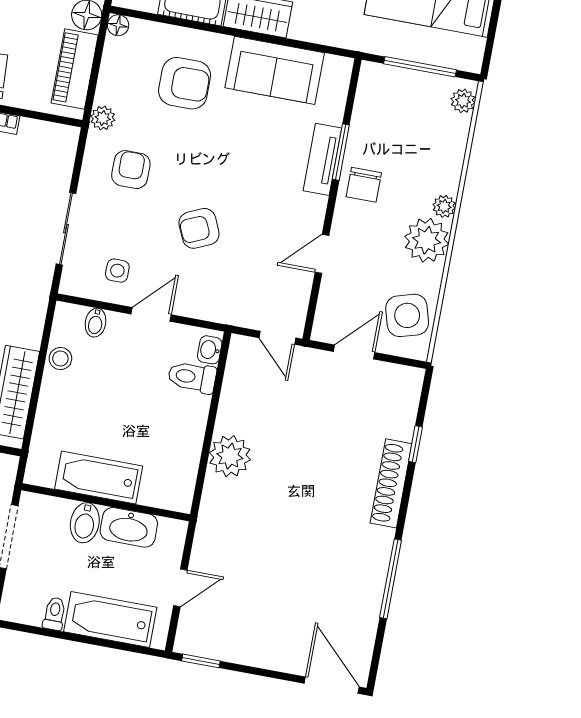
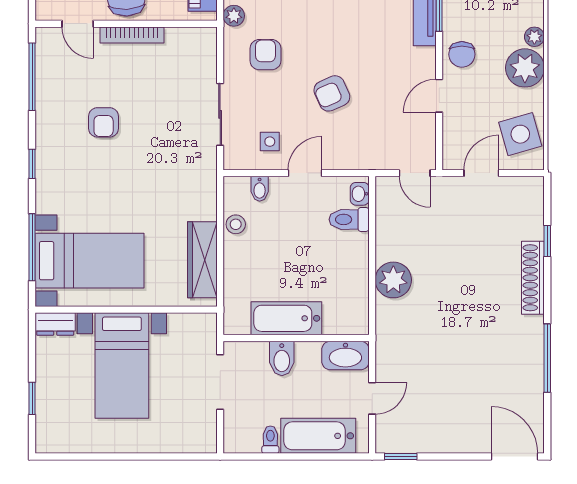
chair: (364, 185) -> (462, 54), moved
washbasin: (129, 527) -> (345, 356), moved

